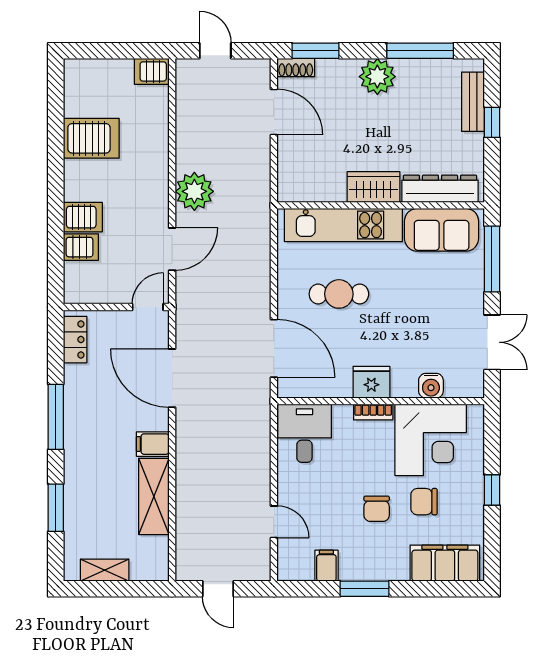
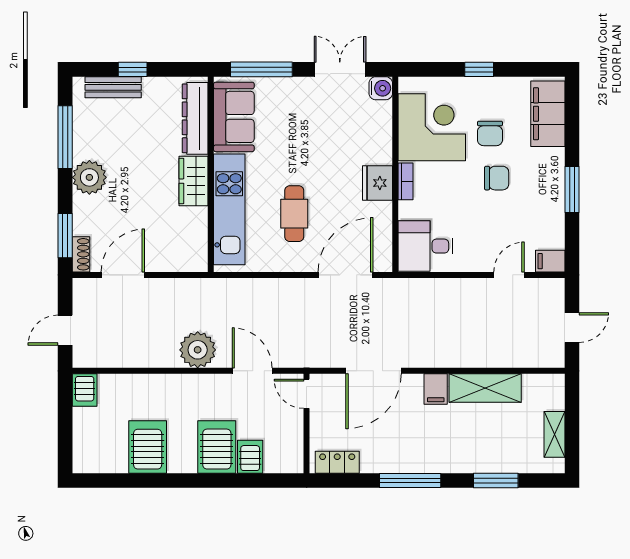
server rack: (83, 217) -> (217, 447), width x1.36, depth x1.44
water cooler: (431, 386) -> (381, 88), moved
filing cabinet: (326, 566) -> (550, 261), moved

